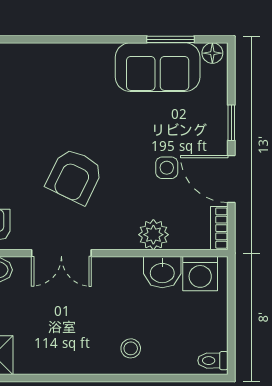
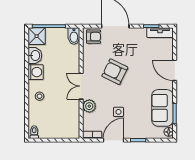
door: (72, 39) -> (175, 70), added
double door: (61, 253) -> (81, 86), moved
washbasin: (162, 272) -> (35, 55), moved, turned 180
washing machine: (200, 274) -> (36, 72), moved, turned 180

